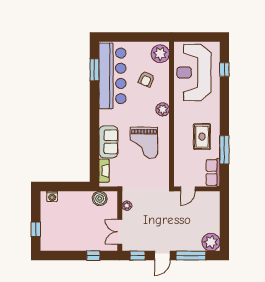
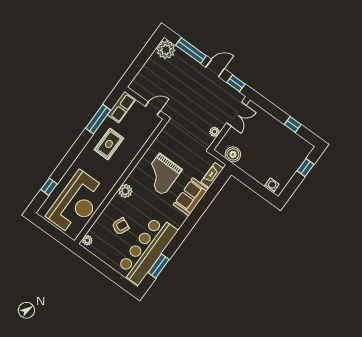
plant: (160, 54) -> (87, 240), width x0.53, depth x0.53
grand piano: (144, 143) -> (162, 174), turned 180
window: (93, 256) -> (293, 124), moved

